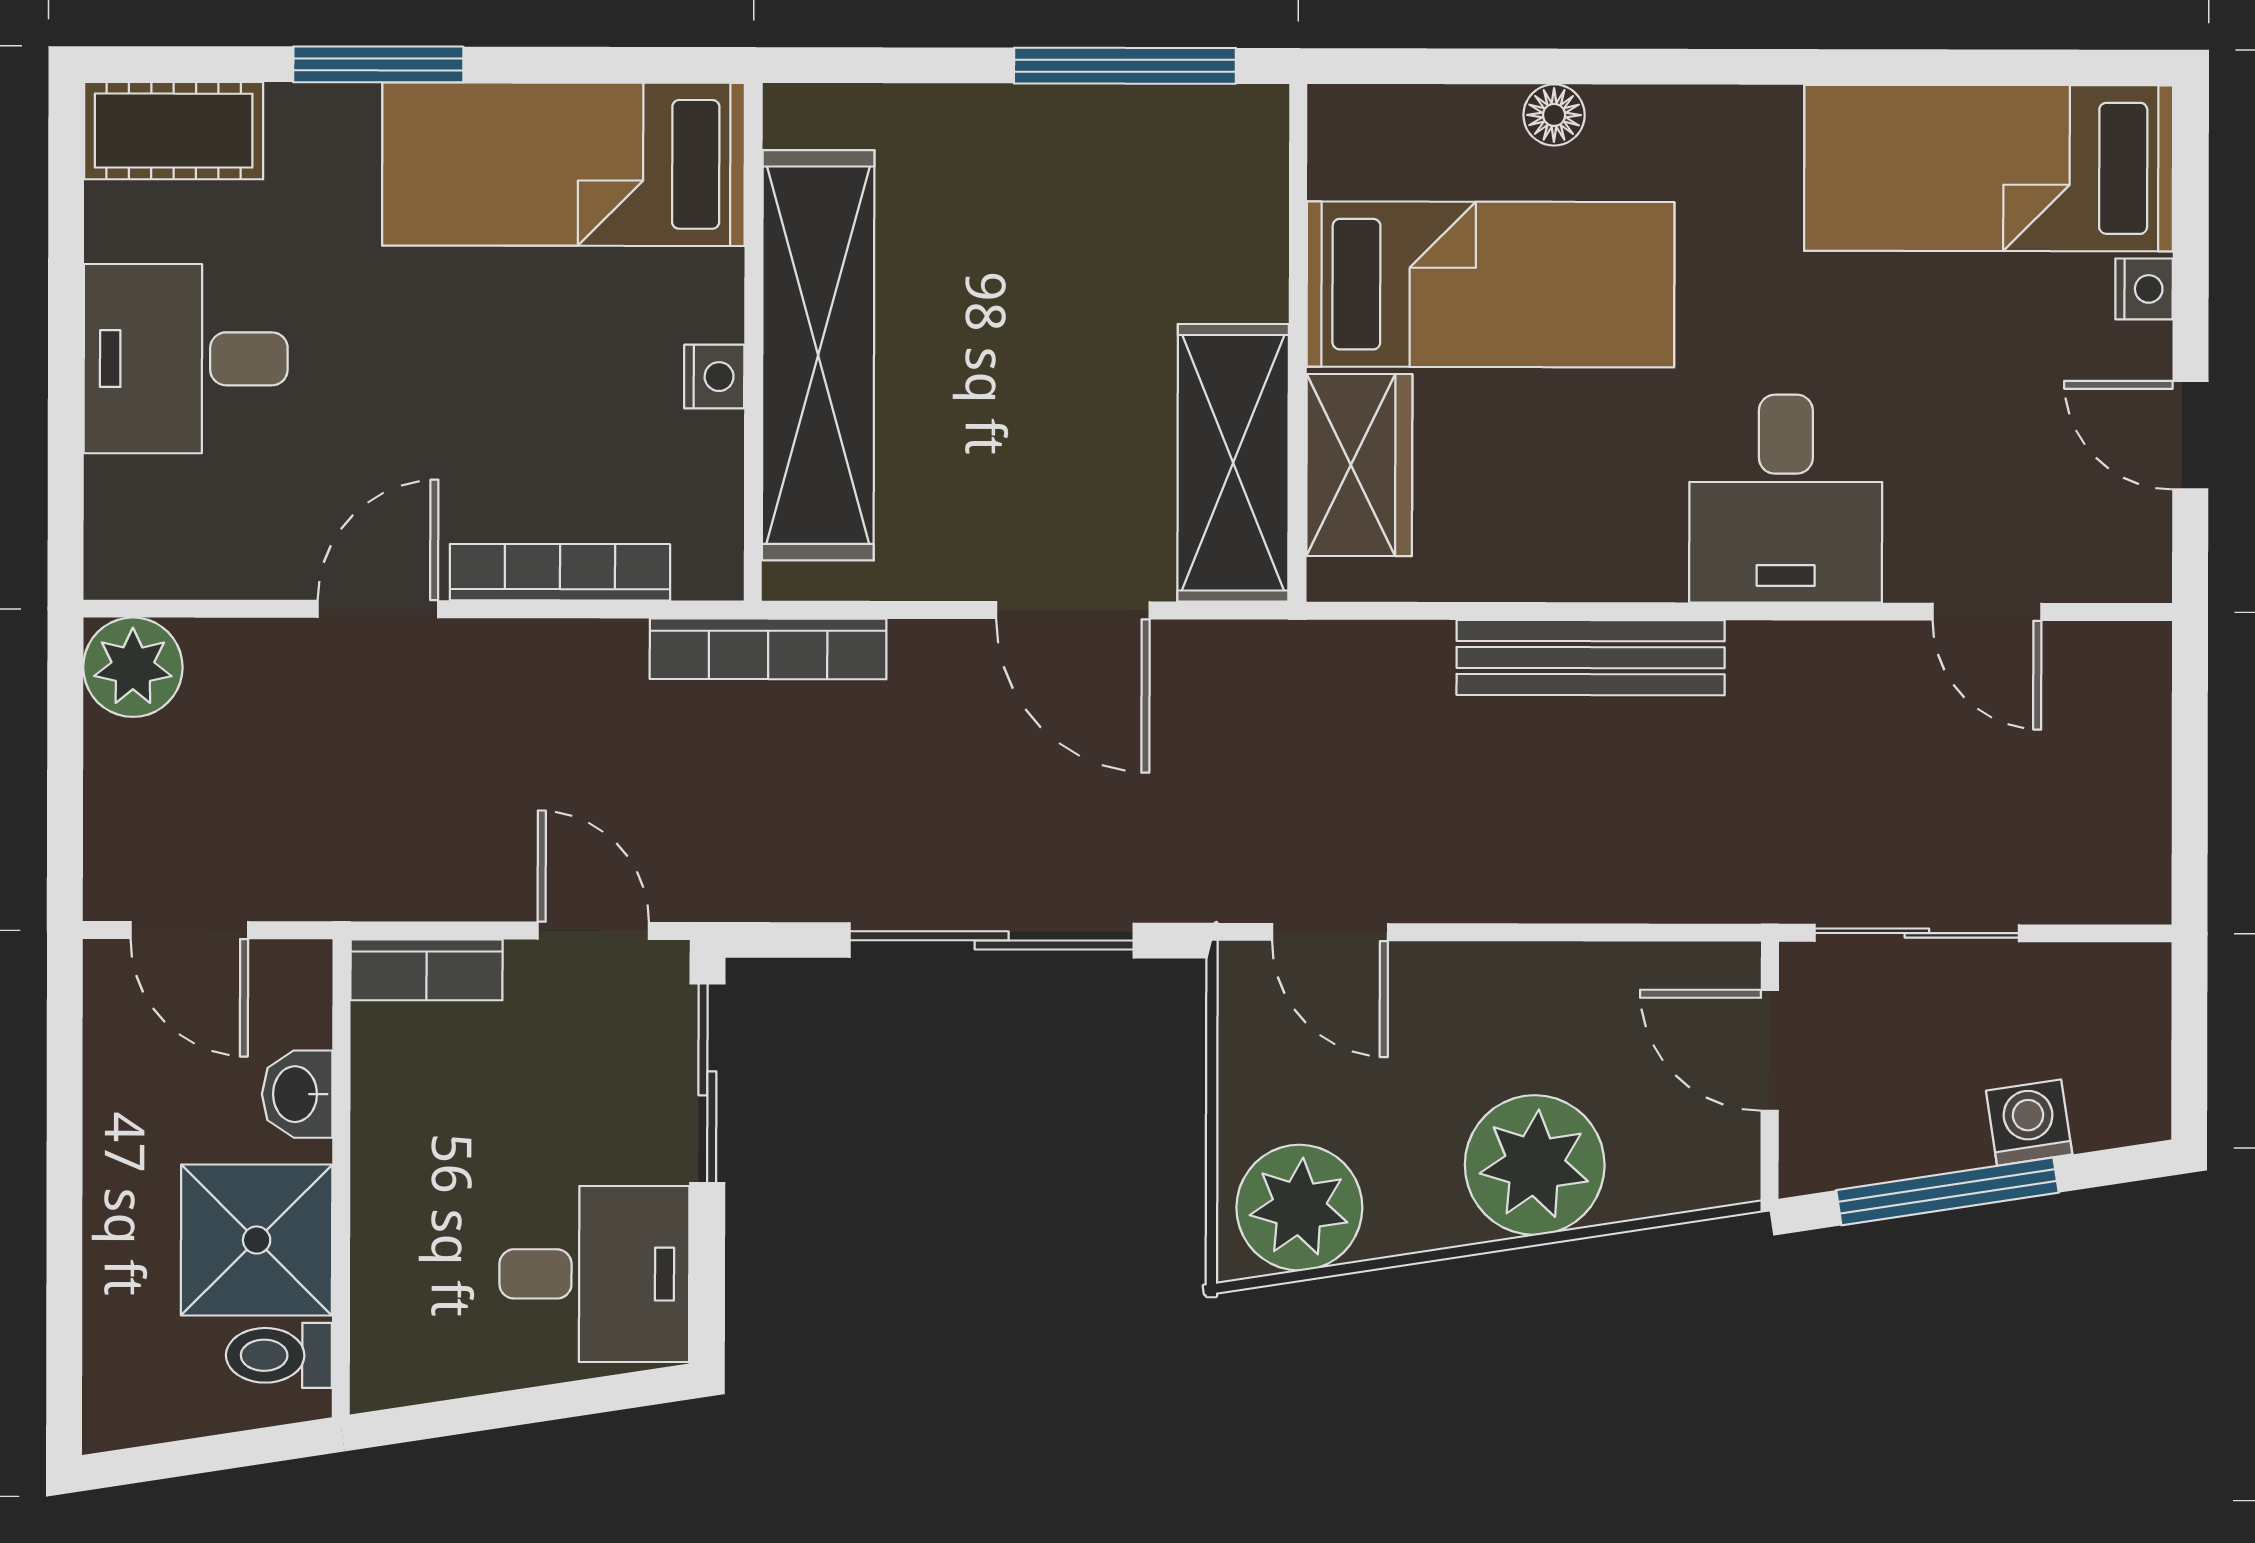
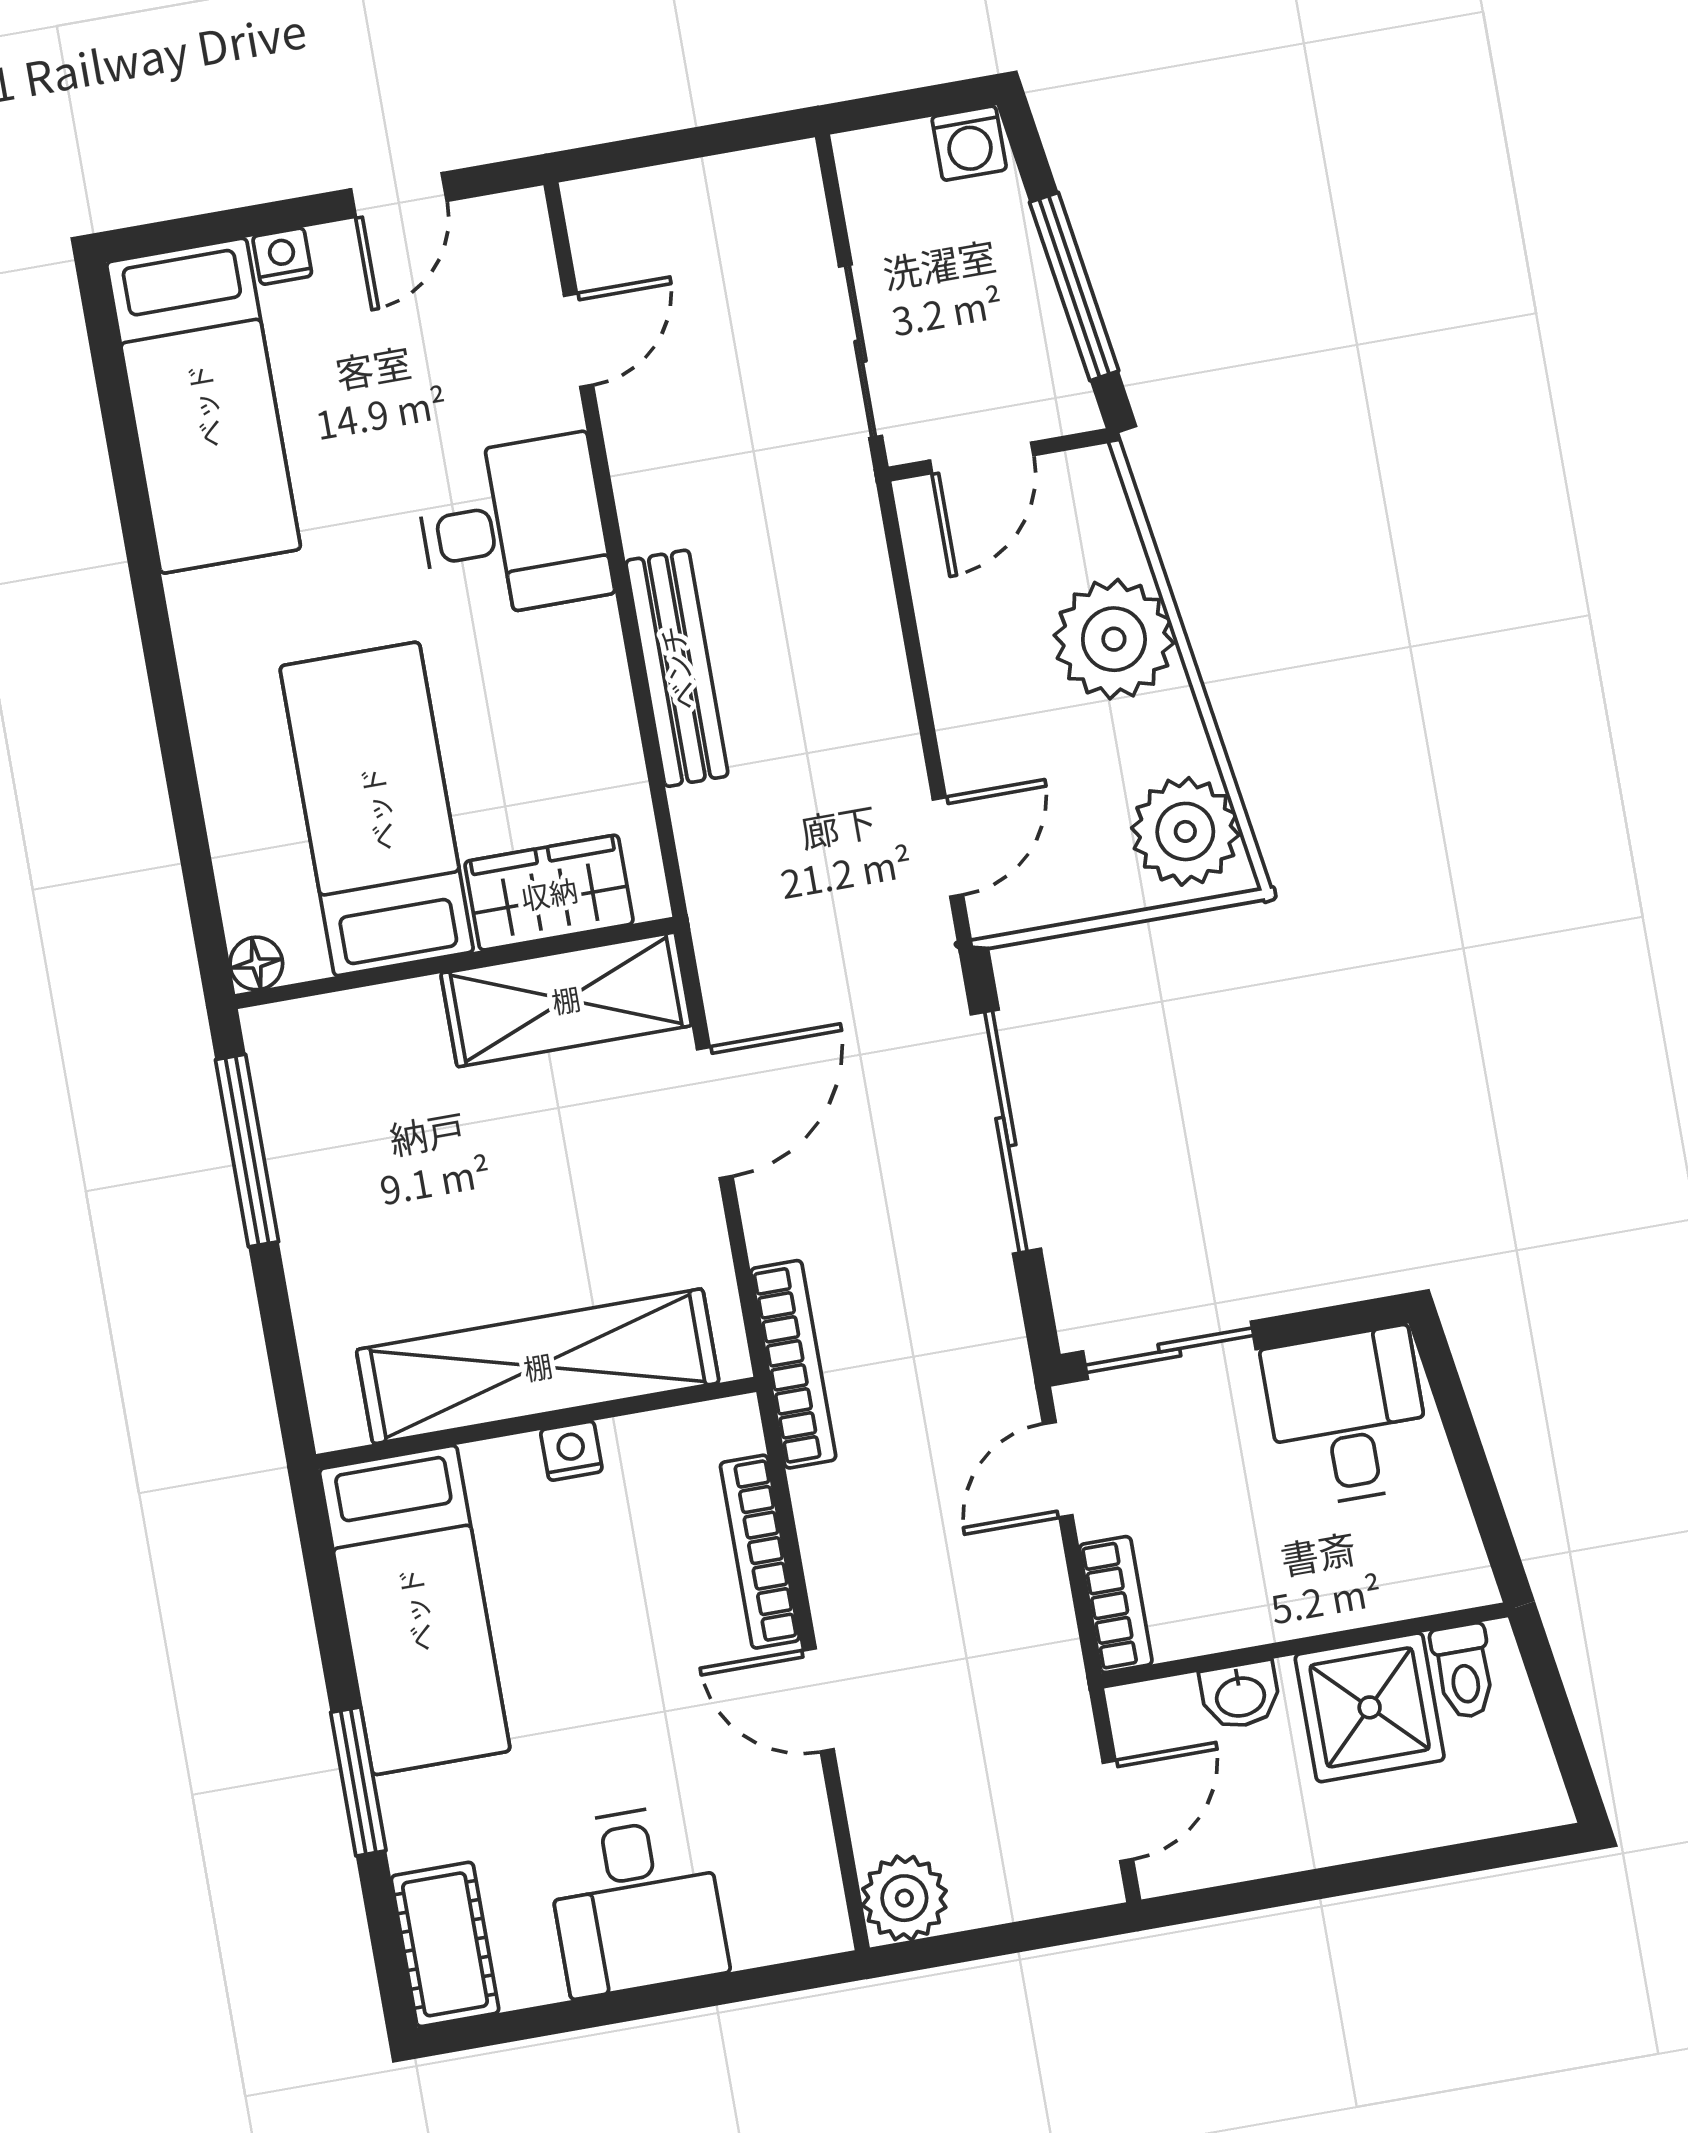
floor lamp: (1554, 115) -> (256, 963), moved
washing machine: (2029, 1123) -> (969, 143), moved, turned -81

